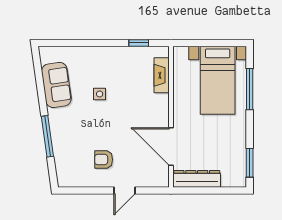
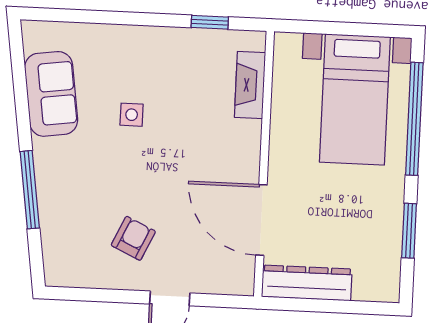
window: (250, 89) -> (414, 119), width x1.46
armchair: (104, 160) -> (133, 238), turned 115
window: (250, 163) -> (409, 231), moved

